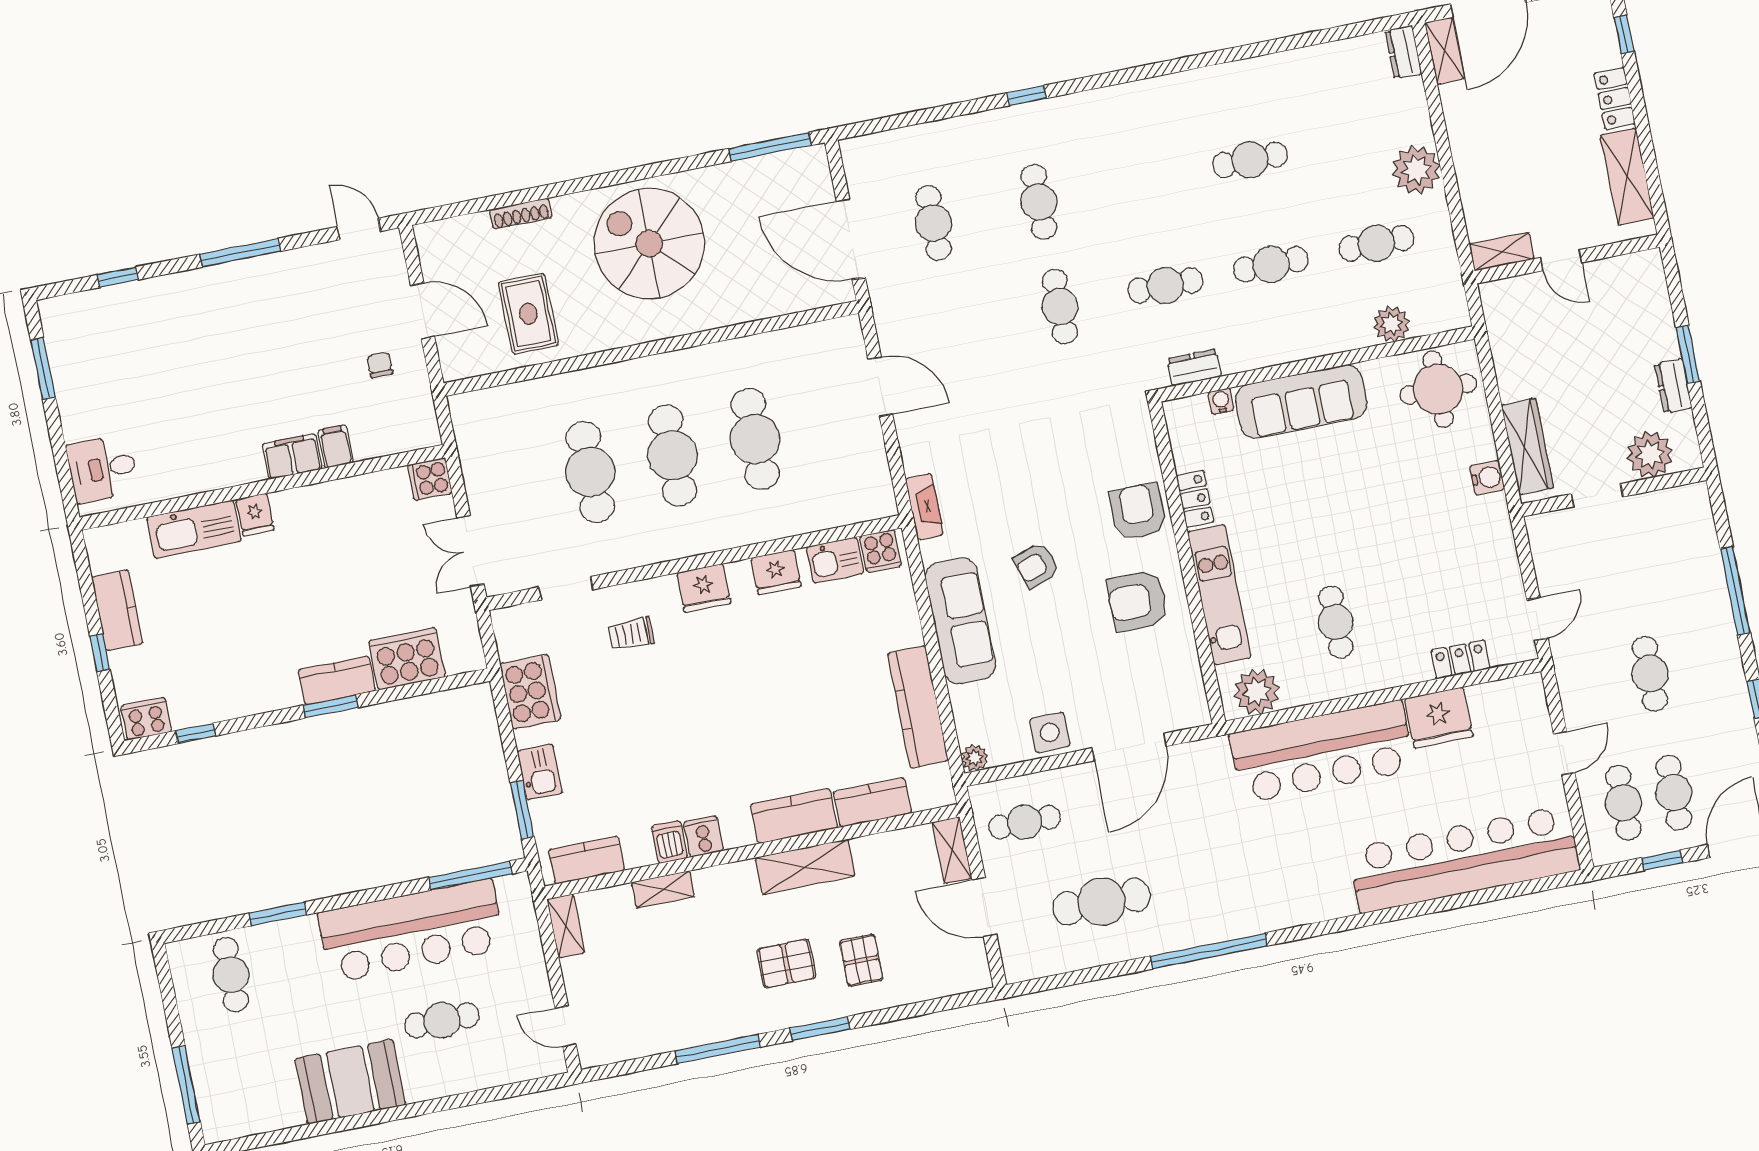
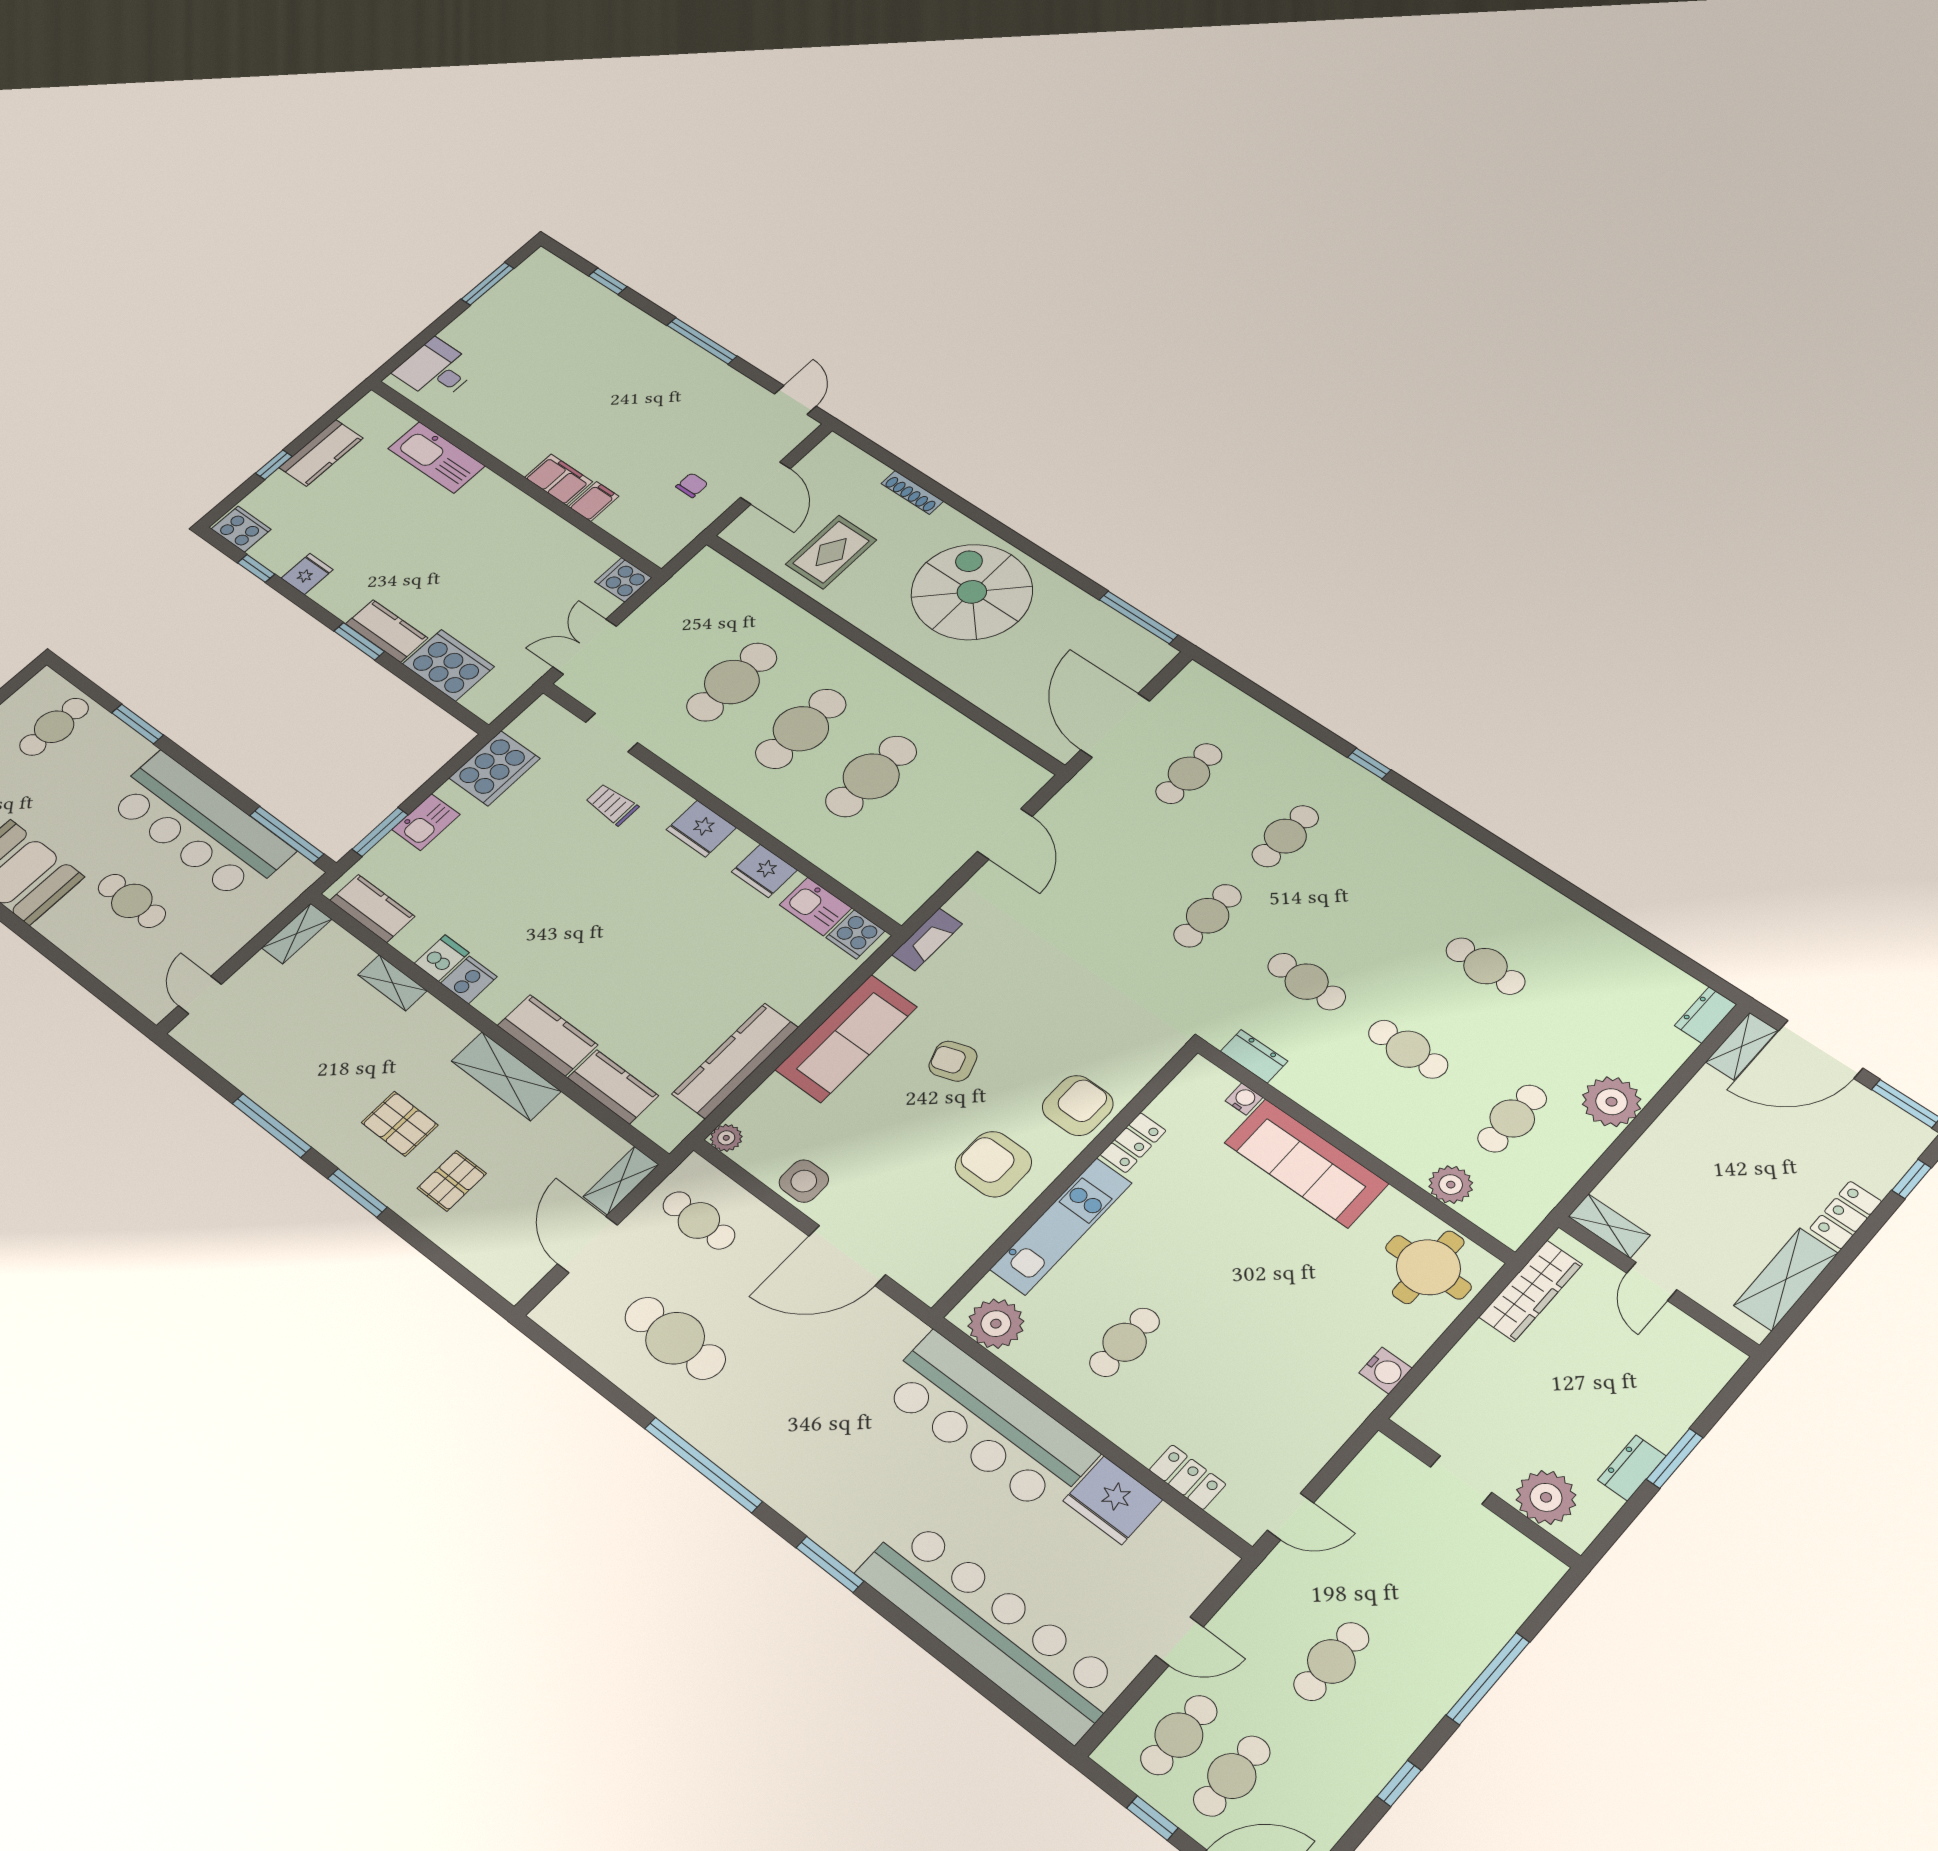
cafe table: (1376, 243) -> (1512, 1118), turned 90
wardrobe: (1527, 446) -> (1531, 1291), moved
fridge: (255, 515) -> (307, 574), moved, turned 180
window: (1342, 924) -> (830, 1564), added

